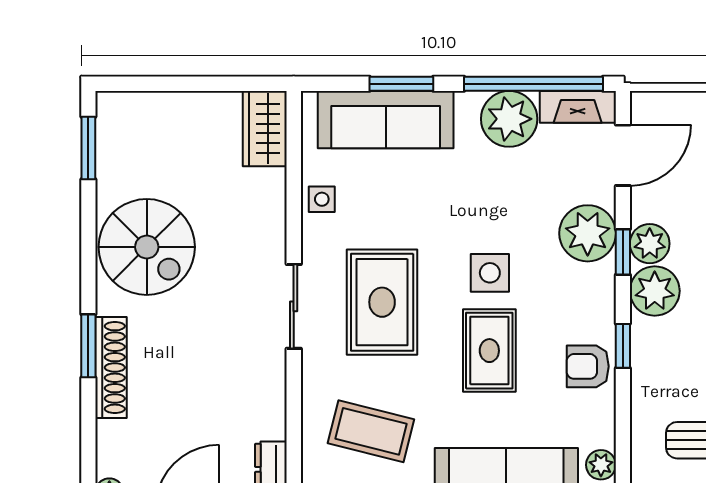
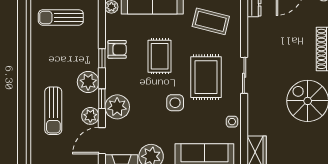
plant: (650, 244) -> (90, 116), moved
side table: (490, 273) -> (175, 103), moved

